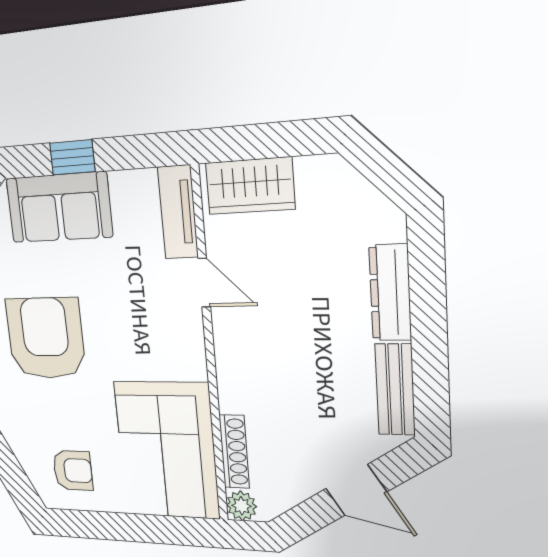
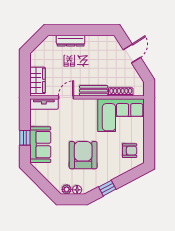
armchair: (46, 338) -> (83, 155), turned 90
bench: (395, 390) -> (94, 91), moved
armchair: (73, 470) -> (130, 151), turned 90
plant: (241, 506) -> (139, 91), removed

